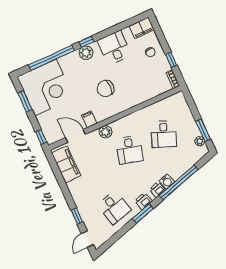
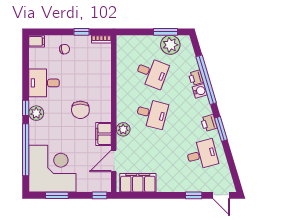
filing cabinet: (141, 28) -> (37, 41), width x0.50
filing cabinet: (89, 119) -> (104, 134), width x2.00
plant: (200, 141) -> (170, 45), width x1.88, depth x1.88
printer: (157, 190) -> (196, 78), moved

